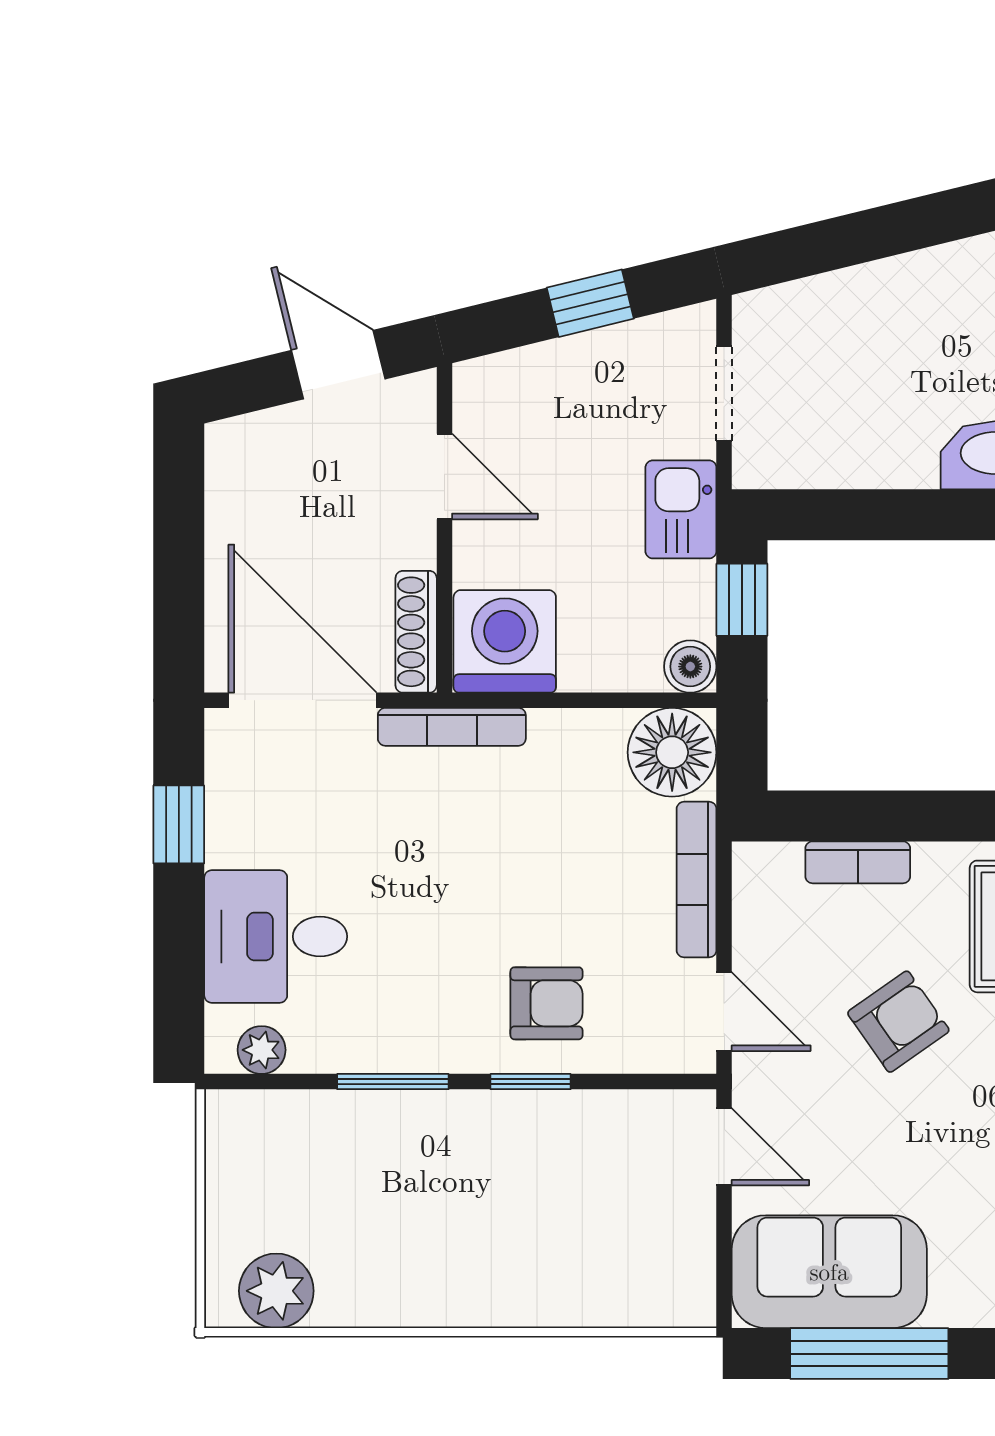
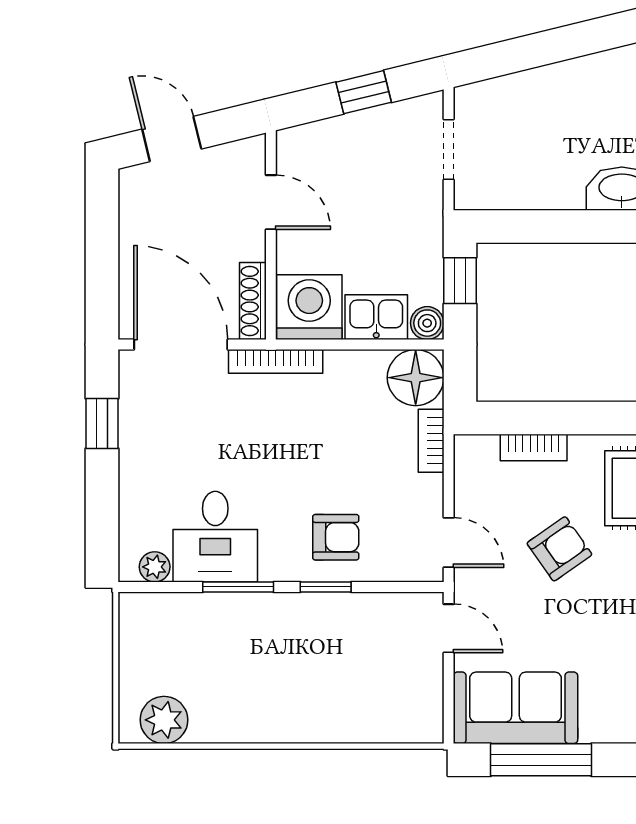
door: (338, 365) -> (172, 139), moved
kitchen sink: (681, 509) -> (376, 317), moved, turned 90
bookcase: (697, 880) -> (431, 441), width x0.64
desk: (276, 936) -> (215, 537), moved, turned -90

